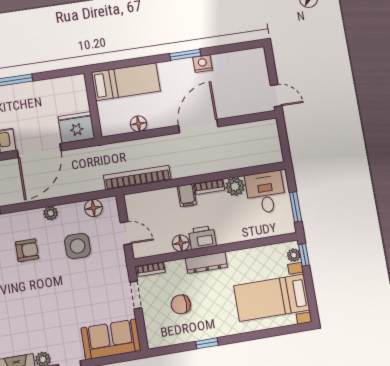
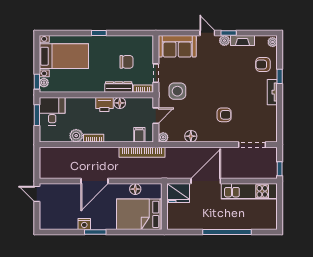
bed: (126, 82) -> (139, 214), width x1.50
desk: (266, 192) -> (52, 111), moved, turned 180
filing cabinet: (187, 195) -> (139, 135), moved
floor lamp: (93, 208) -> (191, 136), moved
plant: (51, 213) -> (163, 137), moved
door: (126, 233) -> (156, 116), swing flipped
side table: (78, 246) -> (177, 91), moved
armchair: (27, 250) -> (224, 115), turned 180
dresser: (206, 263) -> (119, 87), moved
window: (207, 343) -> (99, 33), moved

